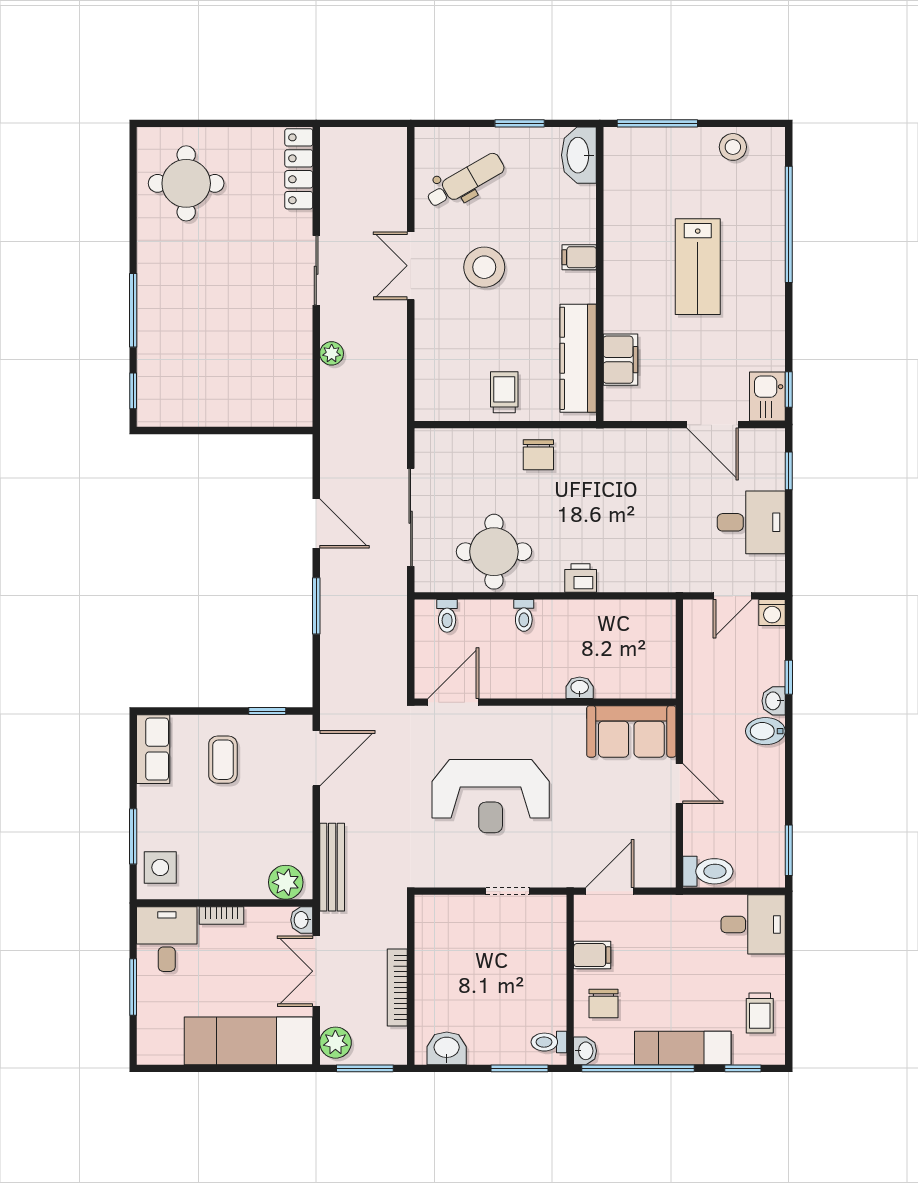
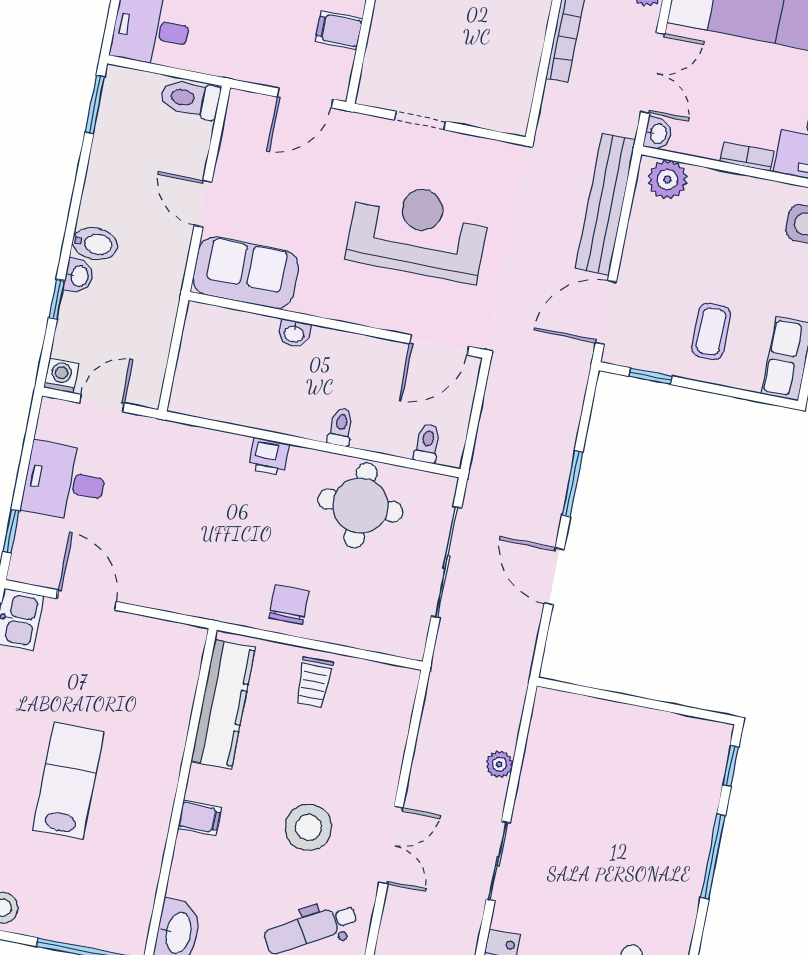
filing cabinet: (620, 360) -> (176, 693), removed
bench: (332, 867) -> (606, 204), width x1.37, depth x1.21

